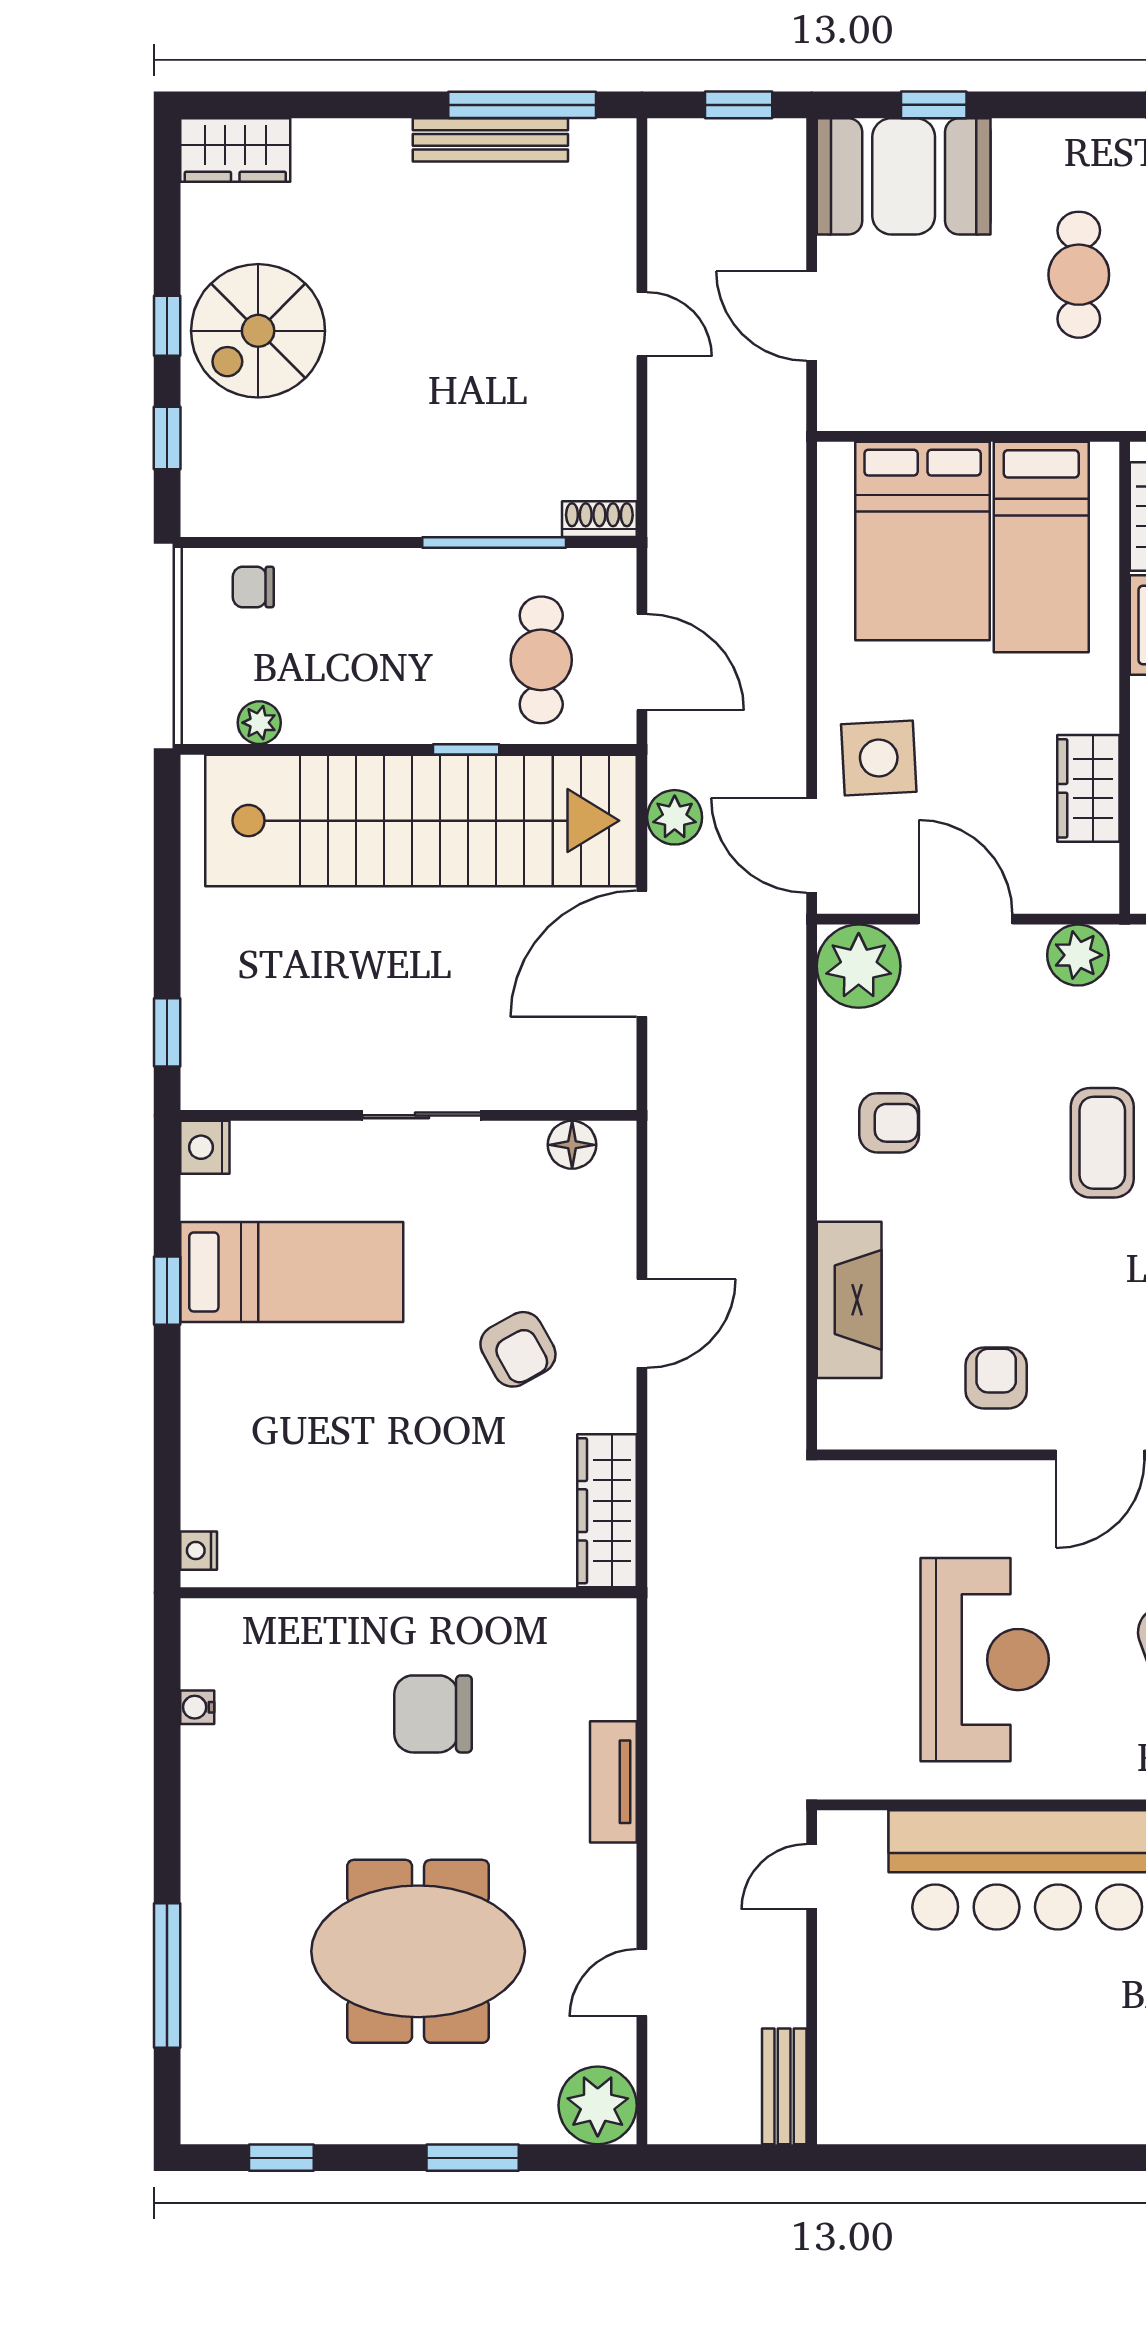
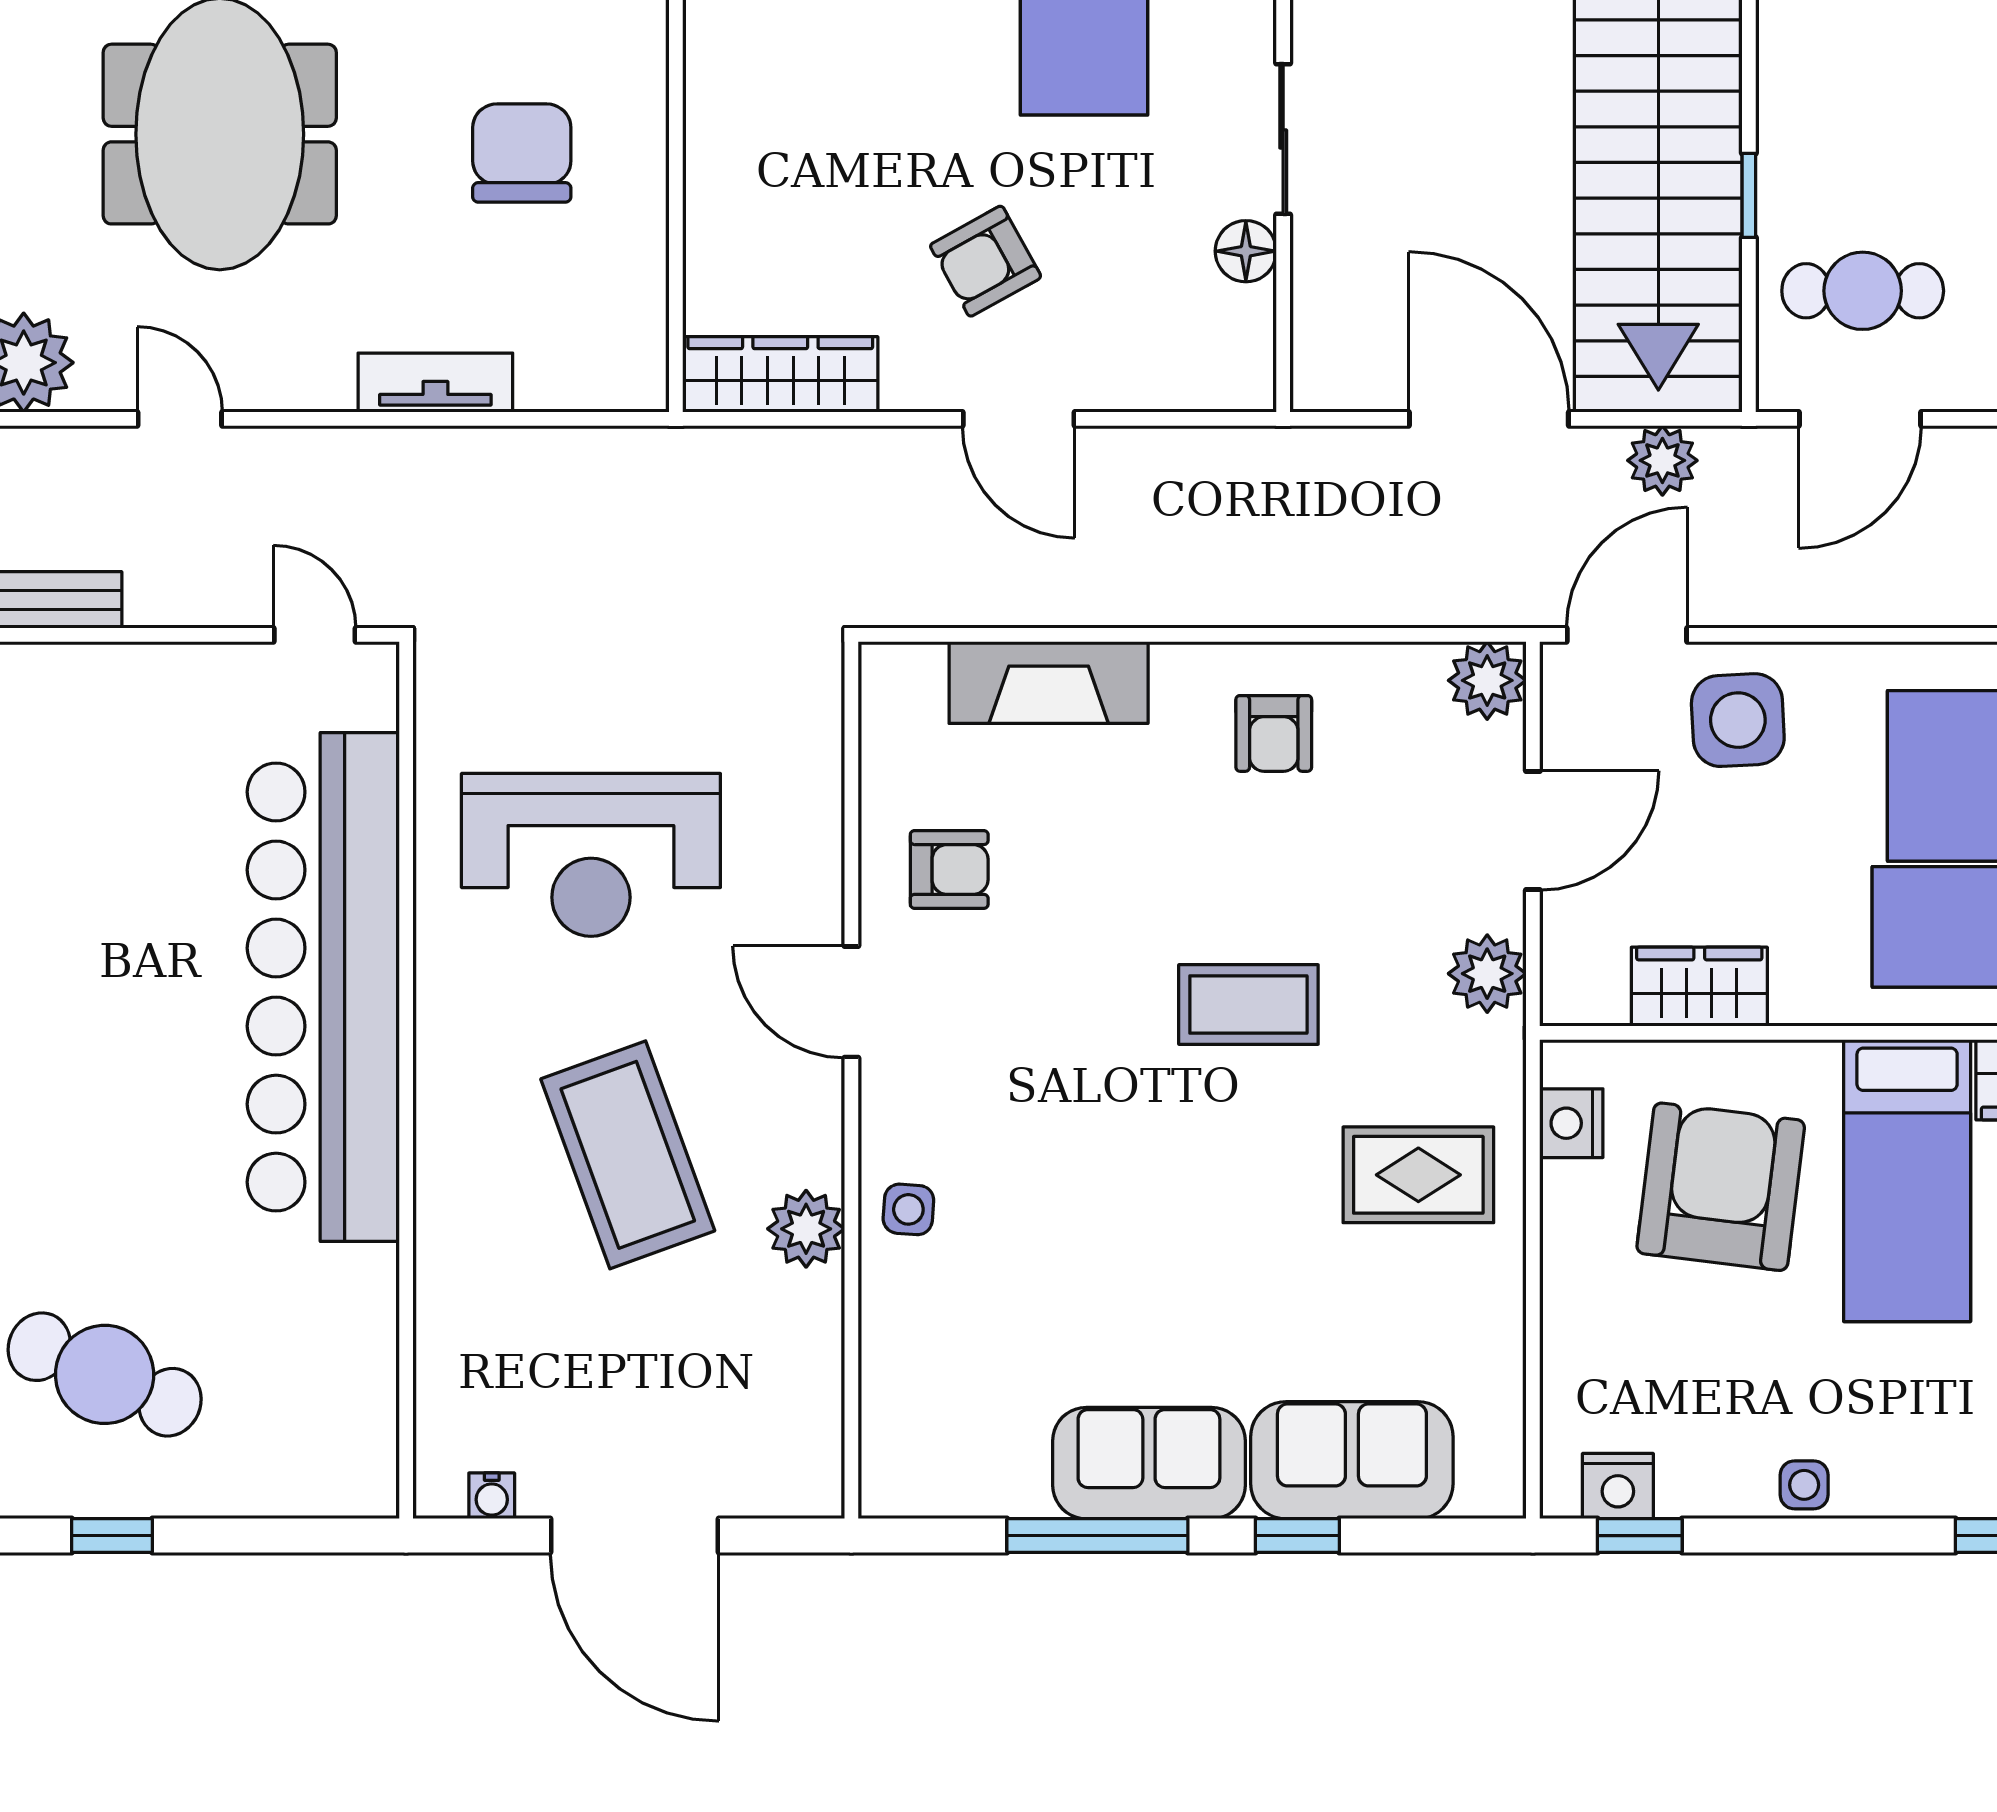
plant: (859, 966) -> (1487, 680), width x0.73, depth x0.73
floor lamp: (572, 1145) -> (1246, 251), moved

